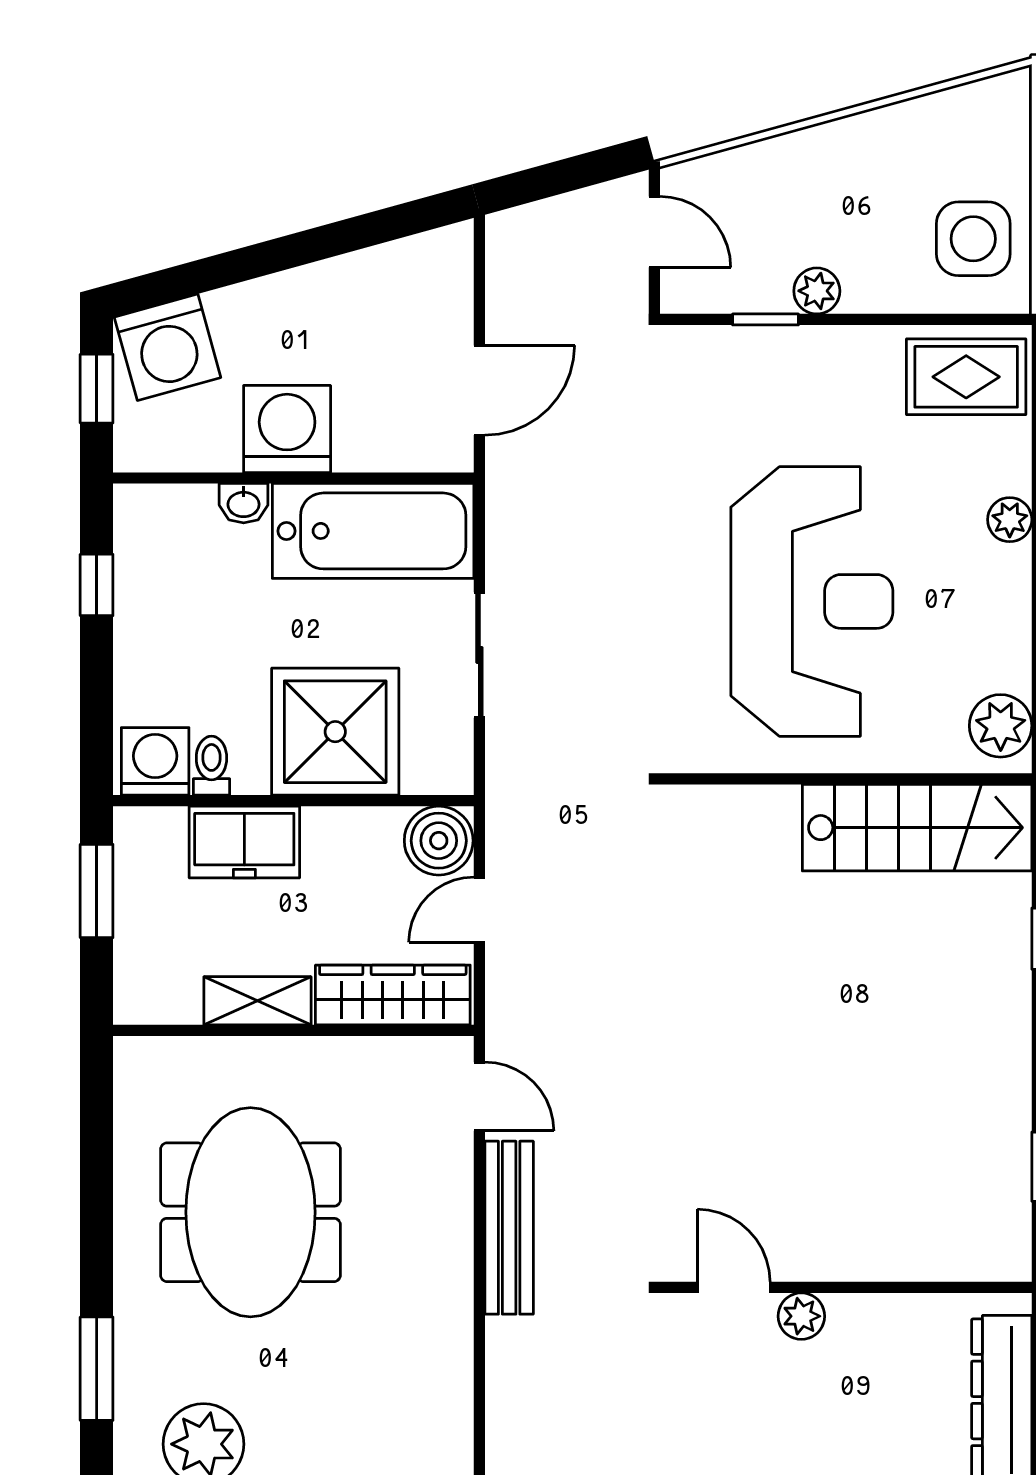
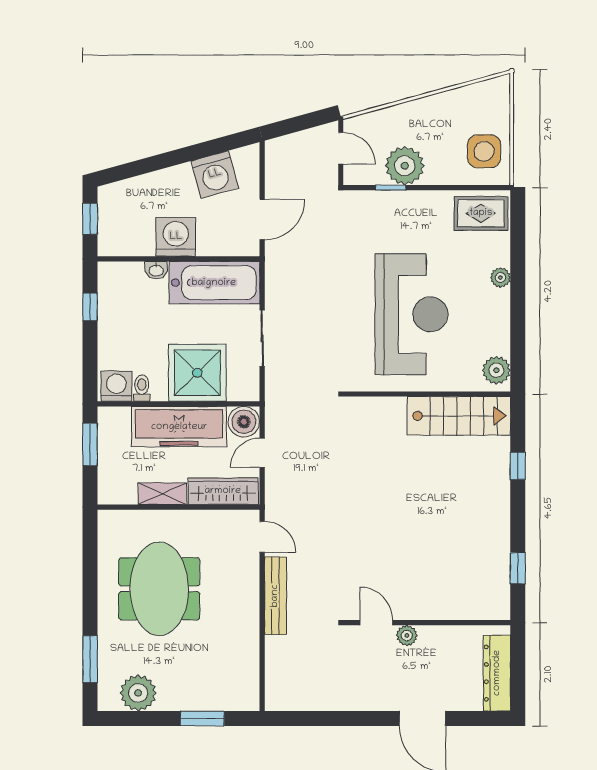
plant: (817, 291) -> (405, 166), width x1.88, depth x1.88
washing machine: (168, 347) -> (215, 174), moved
freezer: (244, 842) -> (179, 427), width x1.91, depth x1.26

